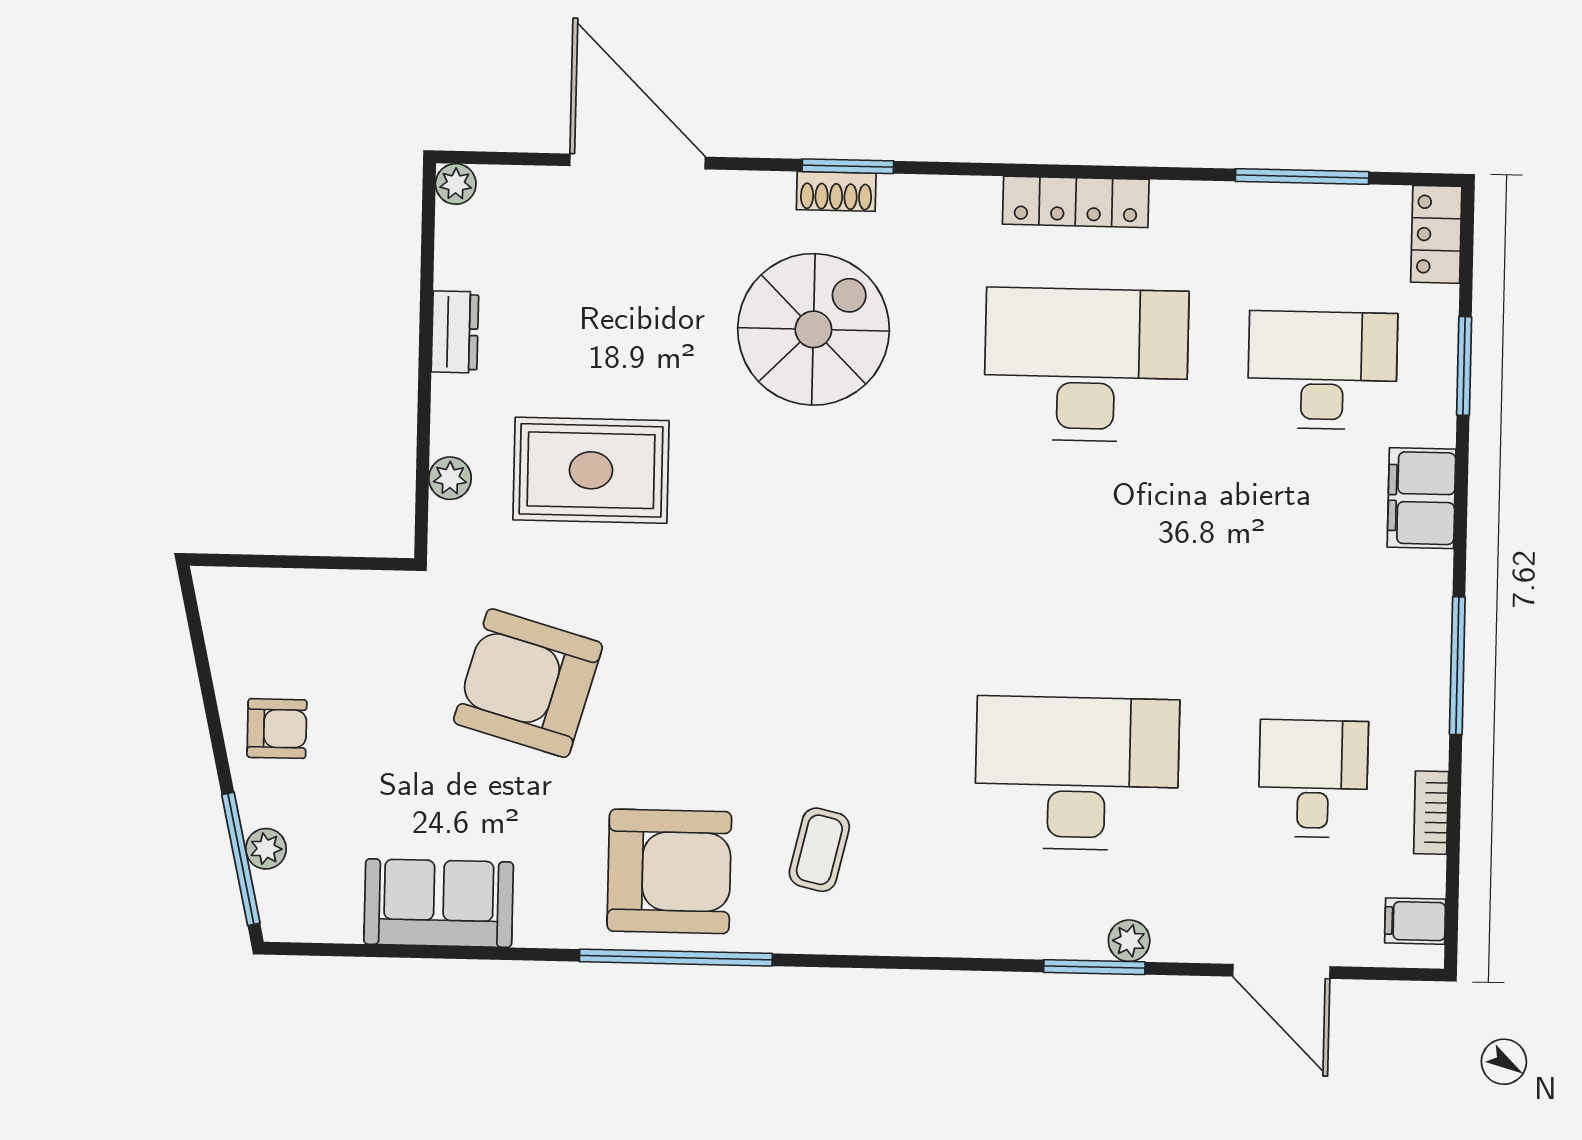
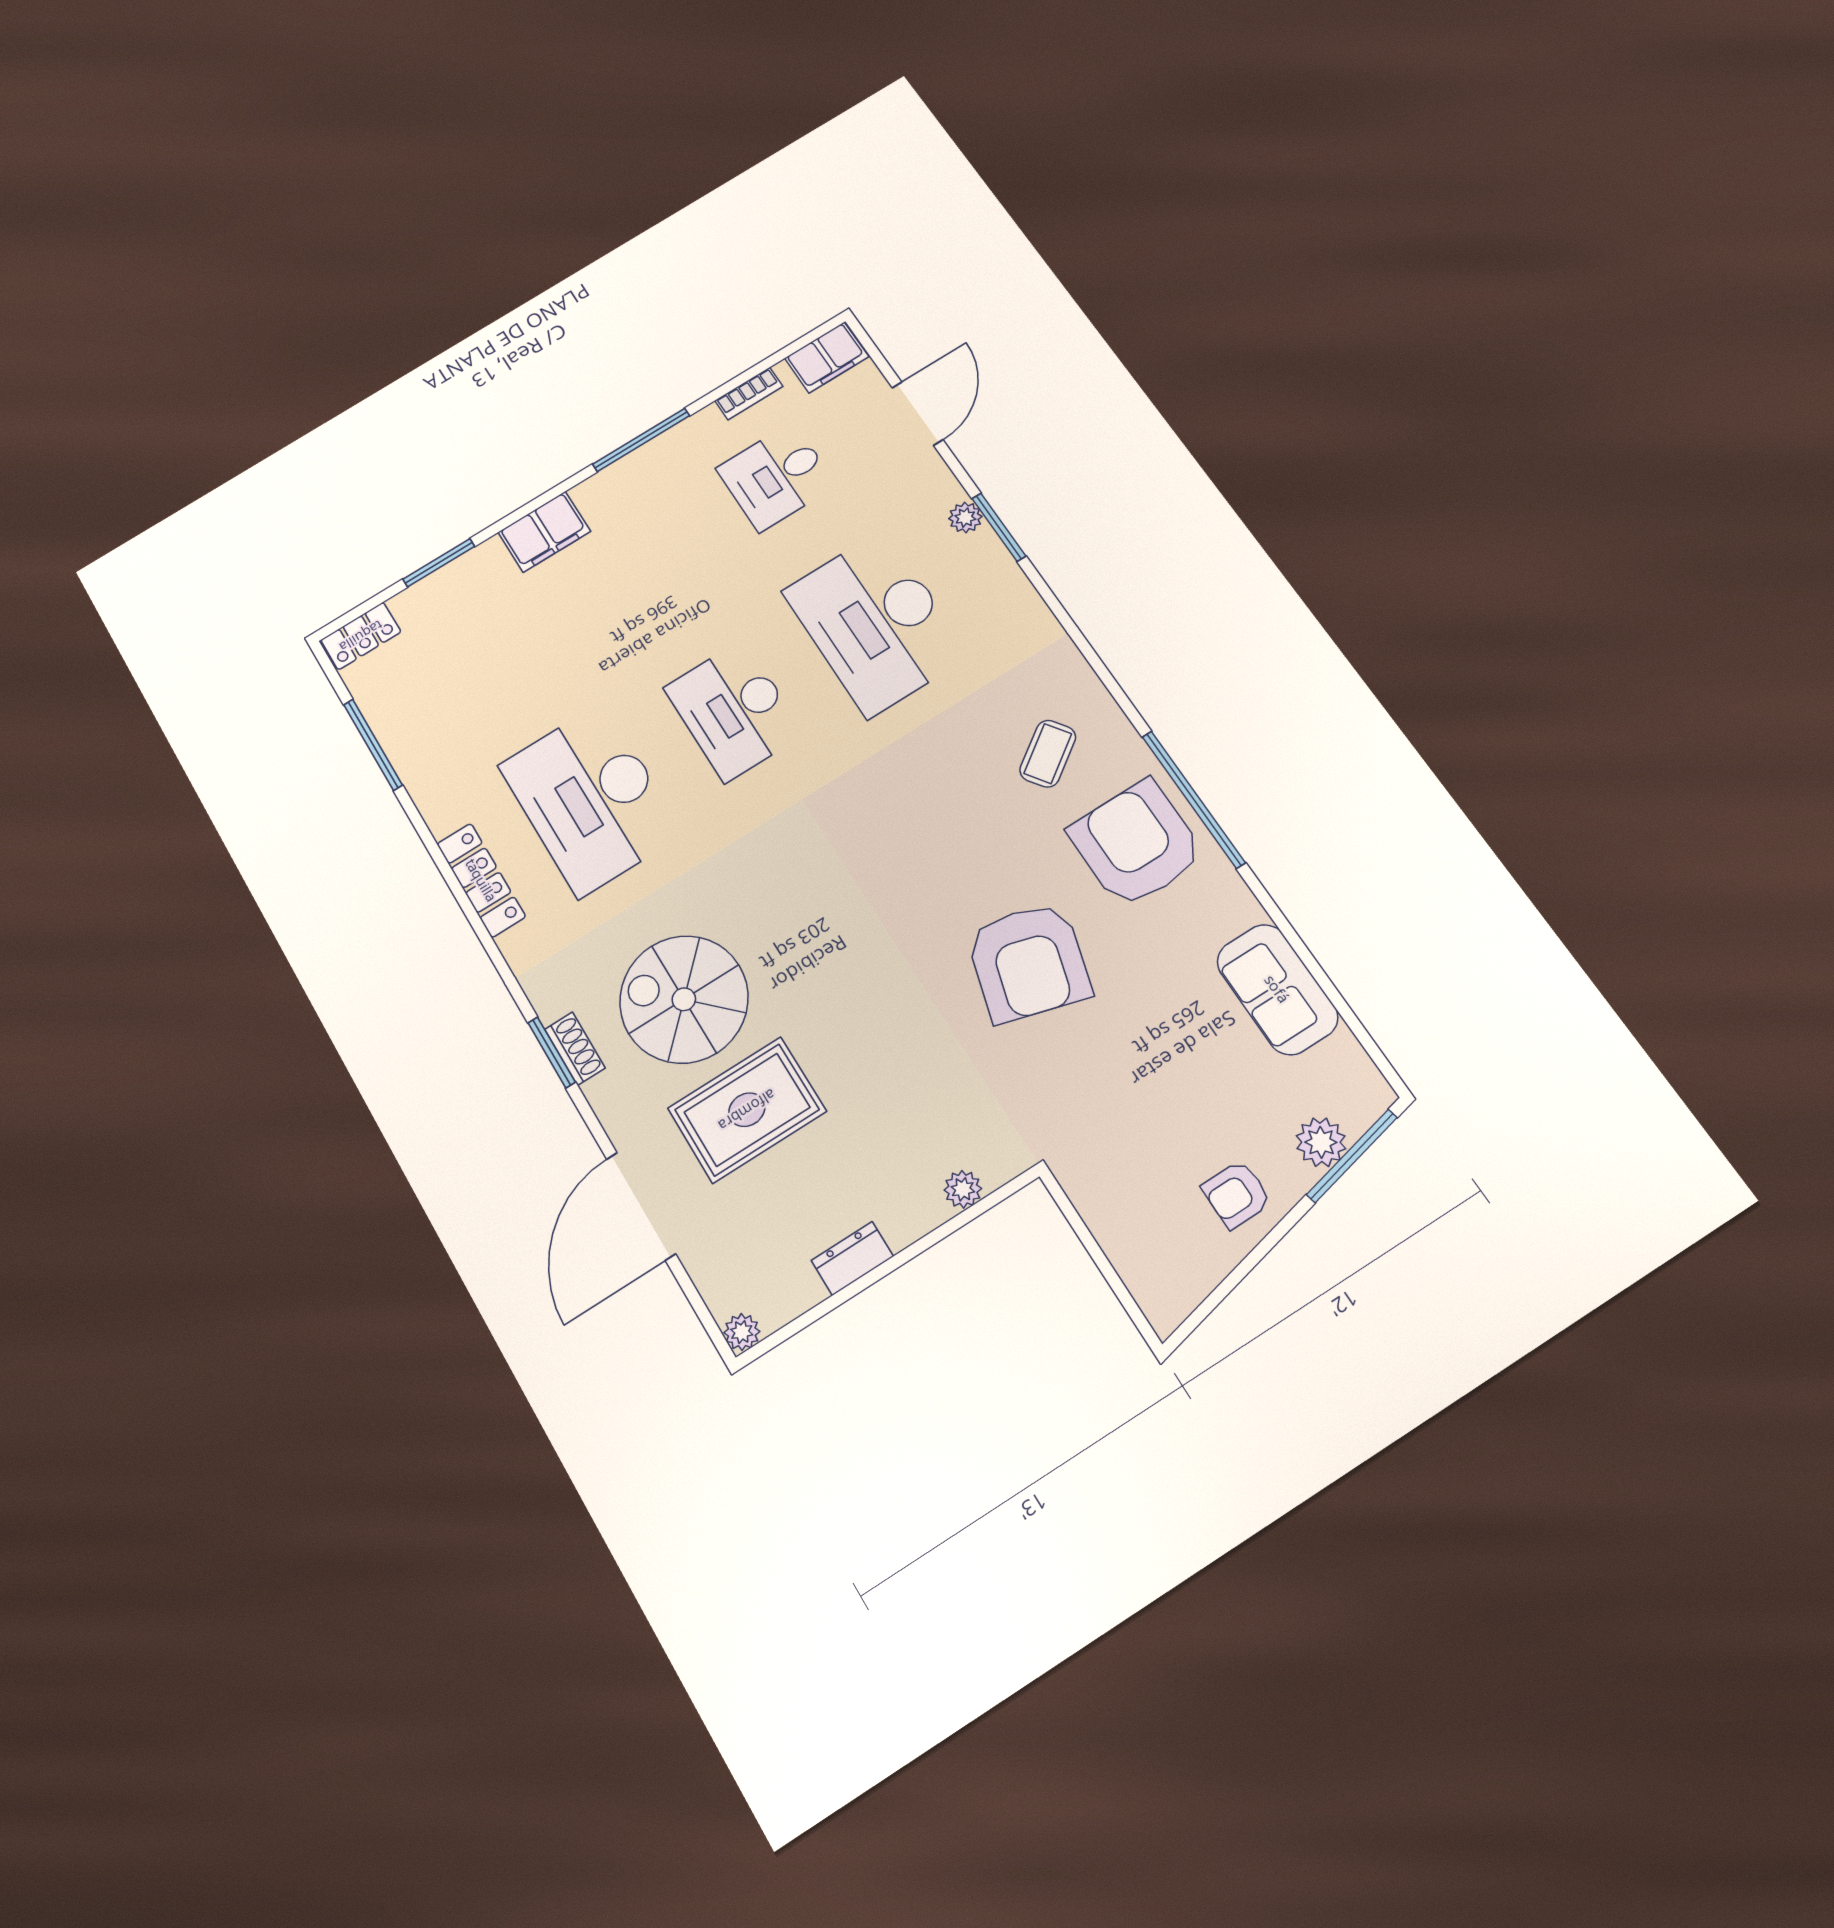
desk: (1322, 370) -> (734, 711), moved
rug: (591, 470) -> (747, 1110), moved, turned 90
armchair: (528, 683) -> (1028, 962), moved
armchair: (277, 729) -> (1237, 1194), turned -90
plant: (266, 849) -> (1321, 1142), width x1.38, depth x1.38
coffee table: (819, 850) -> (1048, 754), turned -48
filing cabinet: (1415, 921) -> (827, 357), width x2.00

